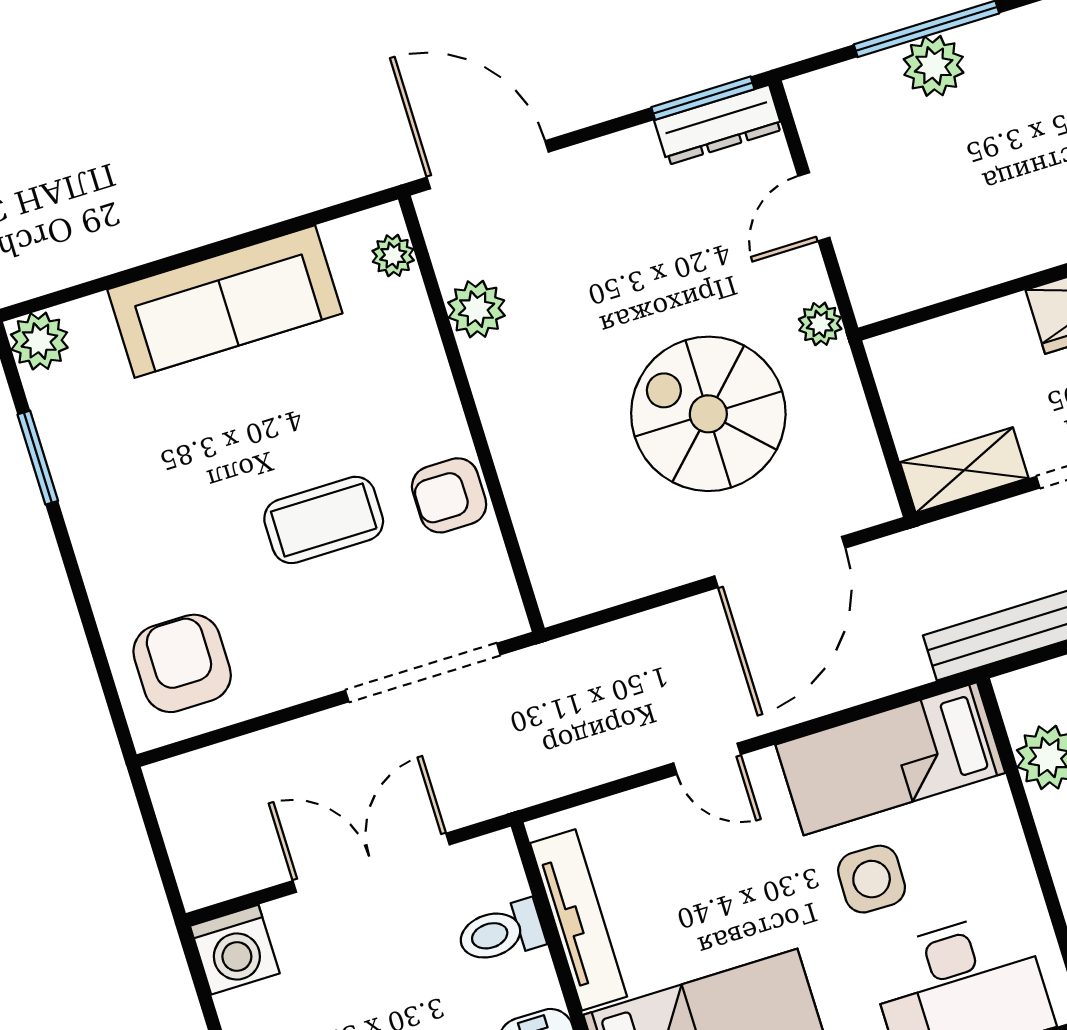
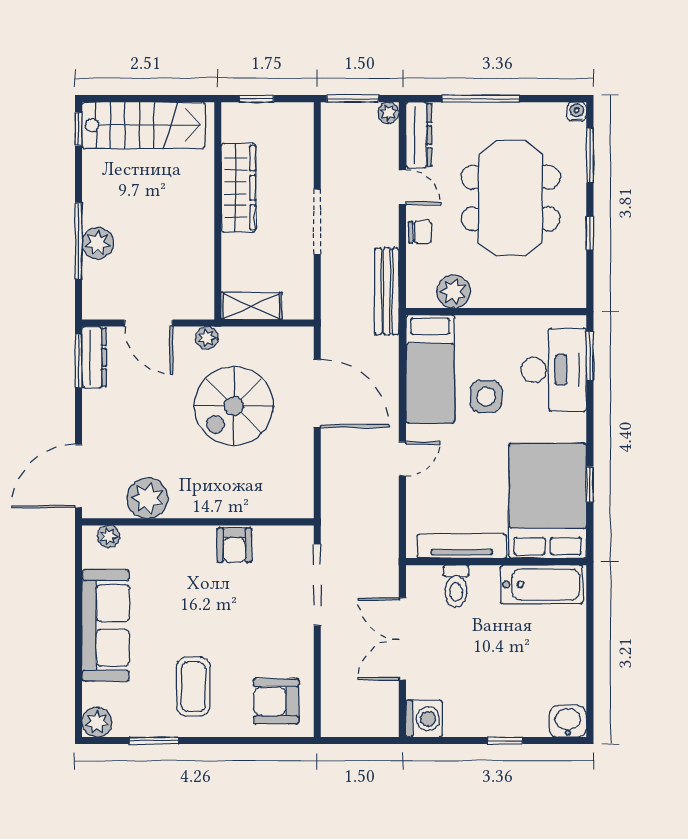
door: (814, 207) -> (149, 323), width x1.37
plant: (476, 309) -> (147, 498), width x1.36, depth x1.36
shelving: (964, 470) -> (251, 306), moved, turned 90
coffee table: (324, 520) -> (193, 687), moved

